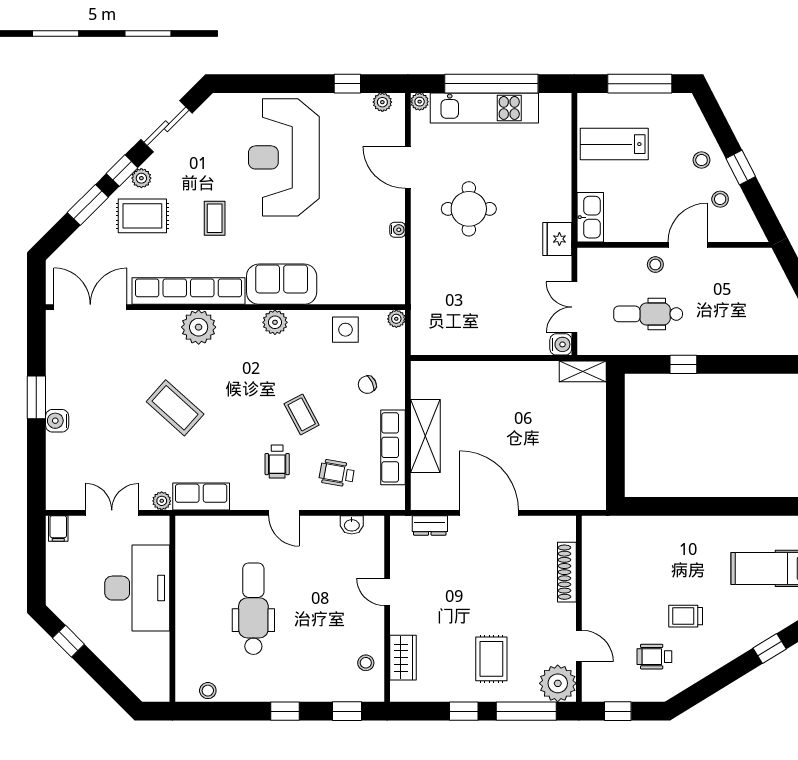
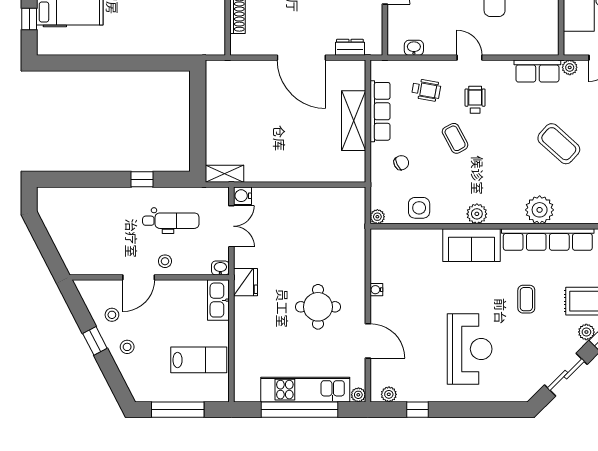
reception desk: (284, 157) -> (470, 349), width x0.74, depth x0.77
washbasin: (588, 256) -> (220, 268), added

